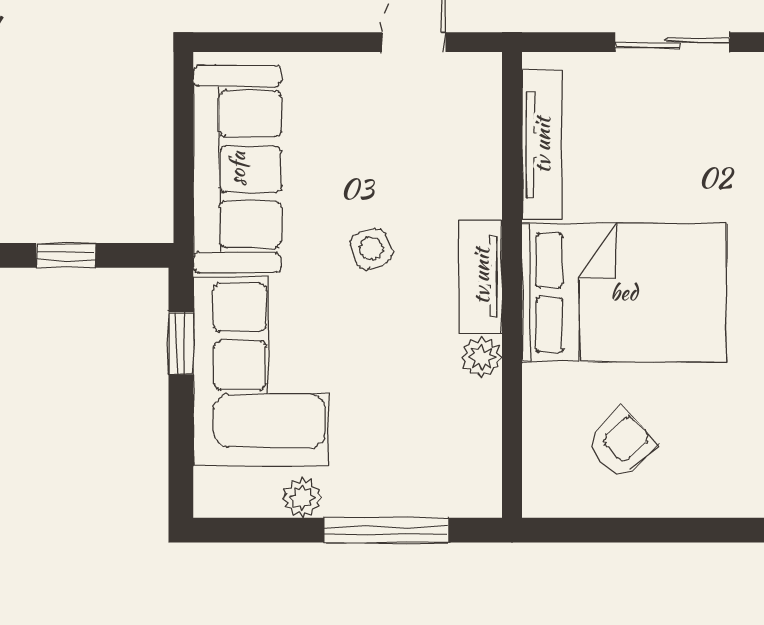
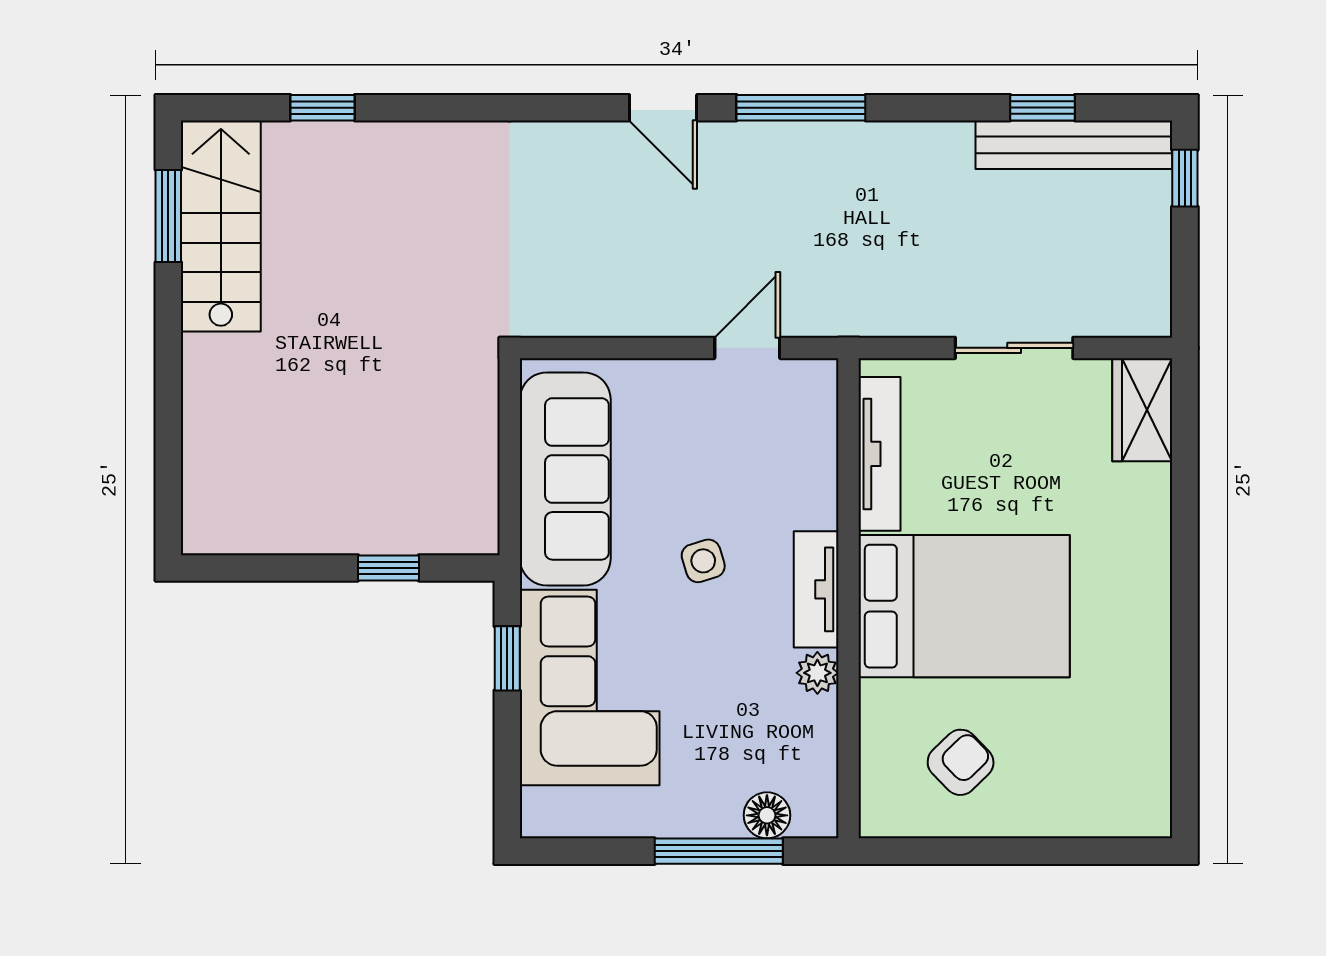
floor lamp: (433, 495) -> (767, 815), added
plant: (302, 498) -> (632, 818), removed

